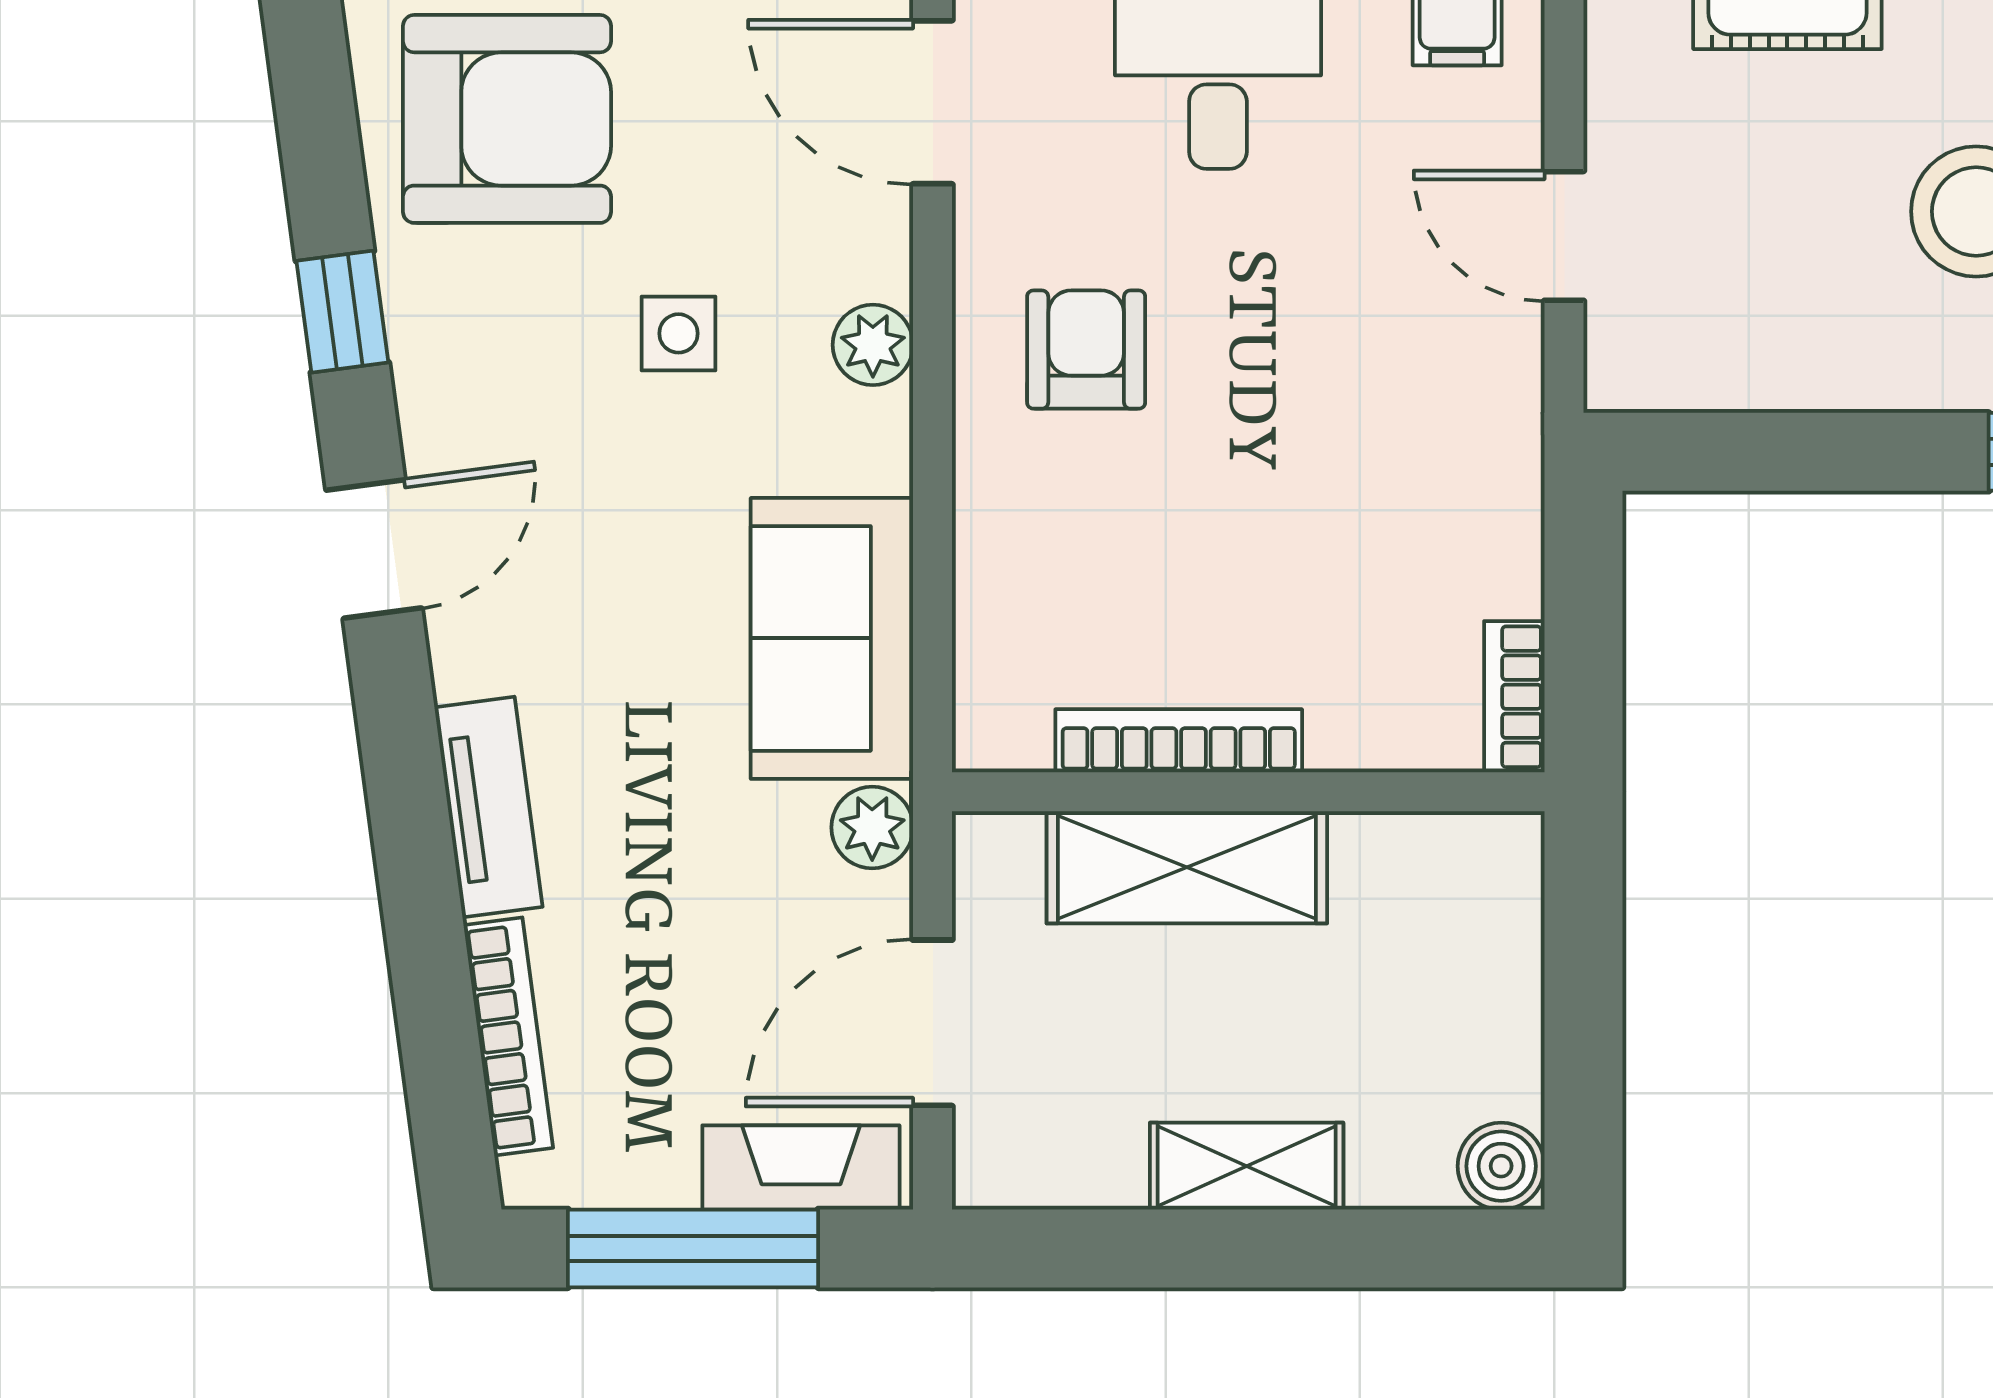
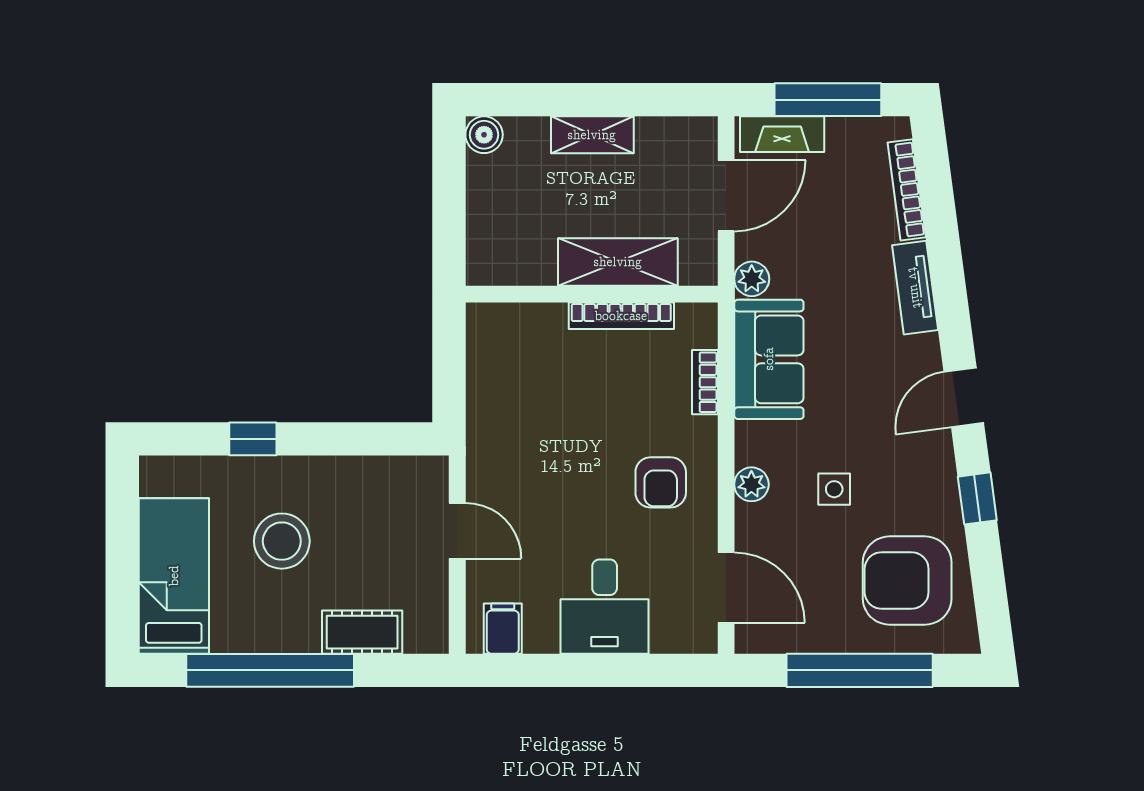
bookcase: (1514, 697) -> (705, 382), moved, turned 180

